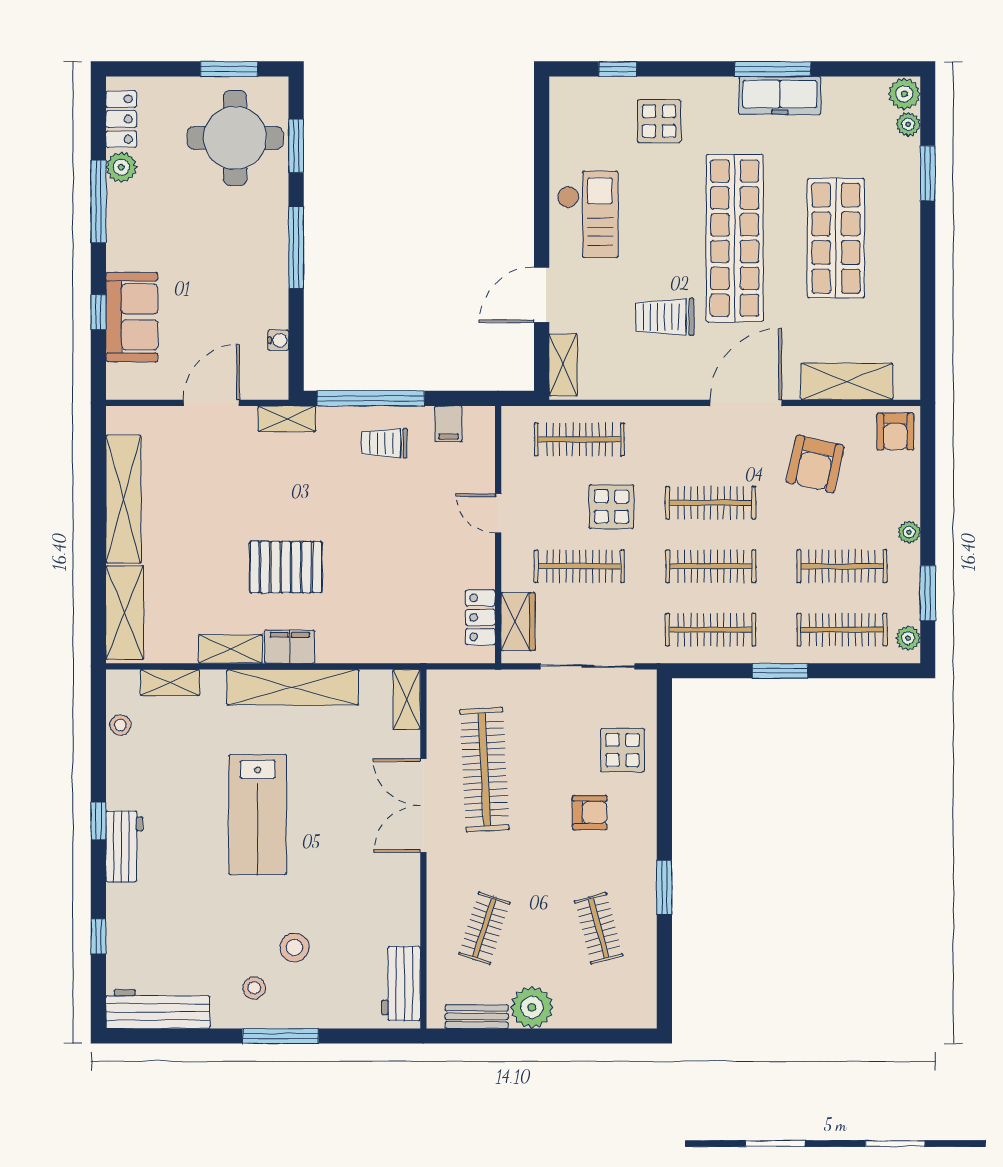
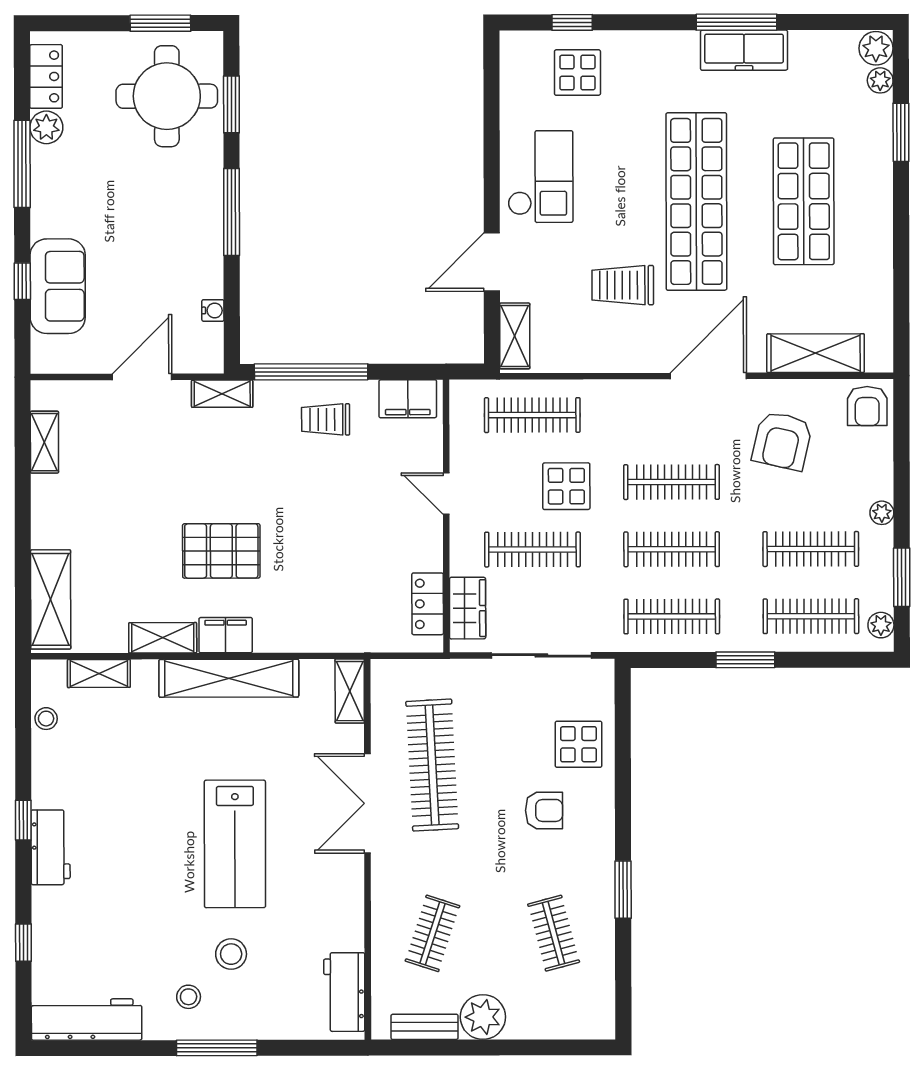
display table: (659, 121) -> (577, 73), moved
filing cabinet: (448, 424) -> (408, 399), width x2.00
shelving: (123, 499) -> (44, 442), width x0.45, depth x0.75
lab bench: (258, 815) -> (235, 844), moved

